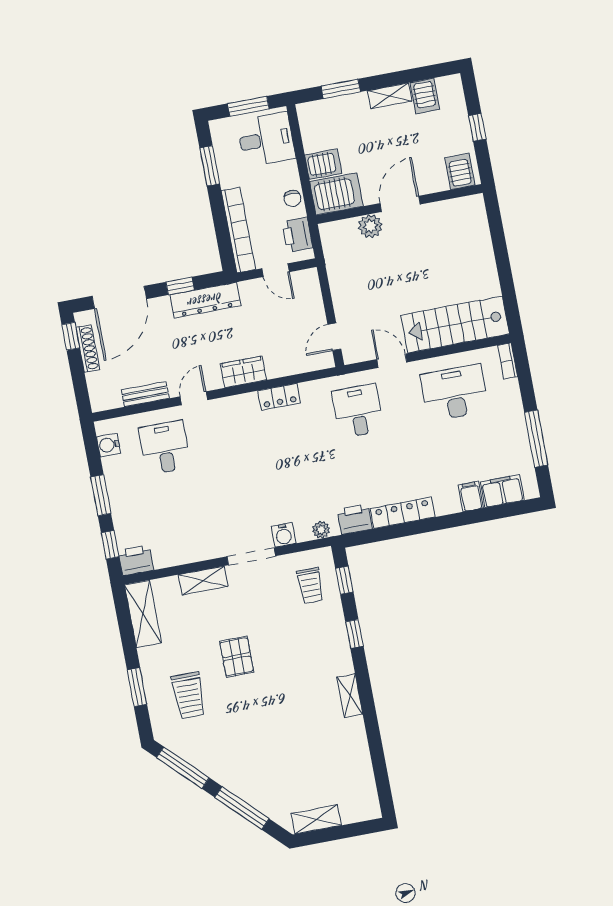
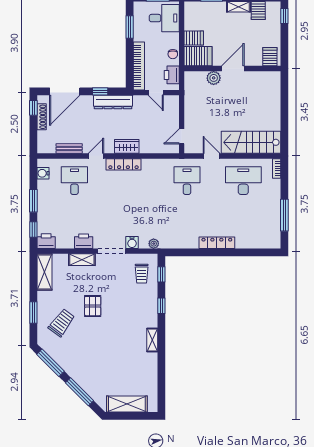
window: (477, 127) -> (284, 16), moved
locker: (279, 397) -> (123, 164), moved, width x1.53
filing cabinet: (502, 491) -> (260, 241), removed
filing cabinet: (471, 496) -> (242, 241), removed
locker: (403, 513) -> (217, 243), moved
printer: (355, 519) -> (84, 241), moved
trolley: (189, 695) -> (62, 323), turned -143
shelving: (316, 819) -> (127, 404), width x1.50, depth x1.33

